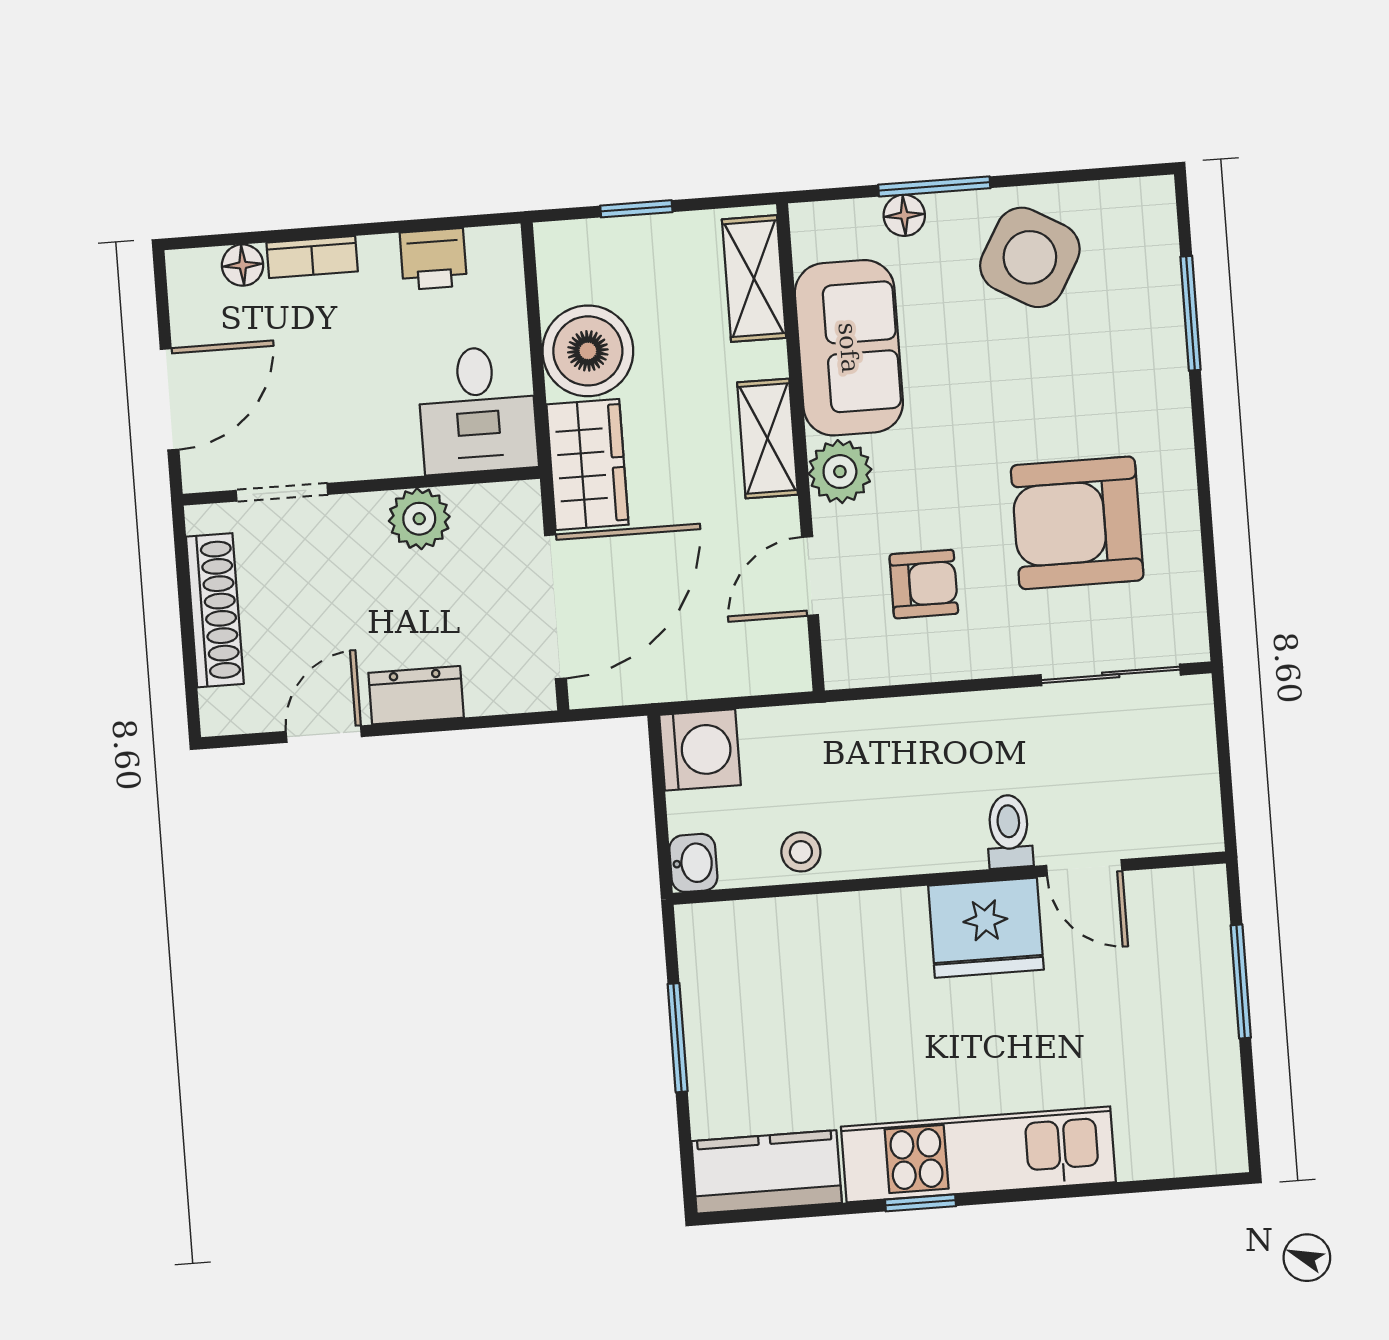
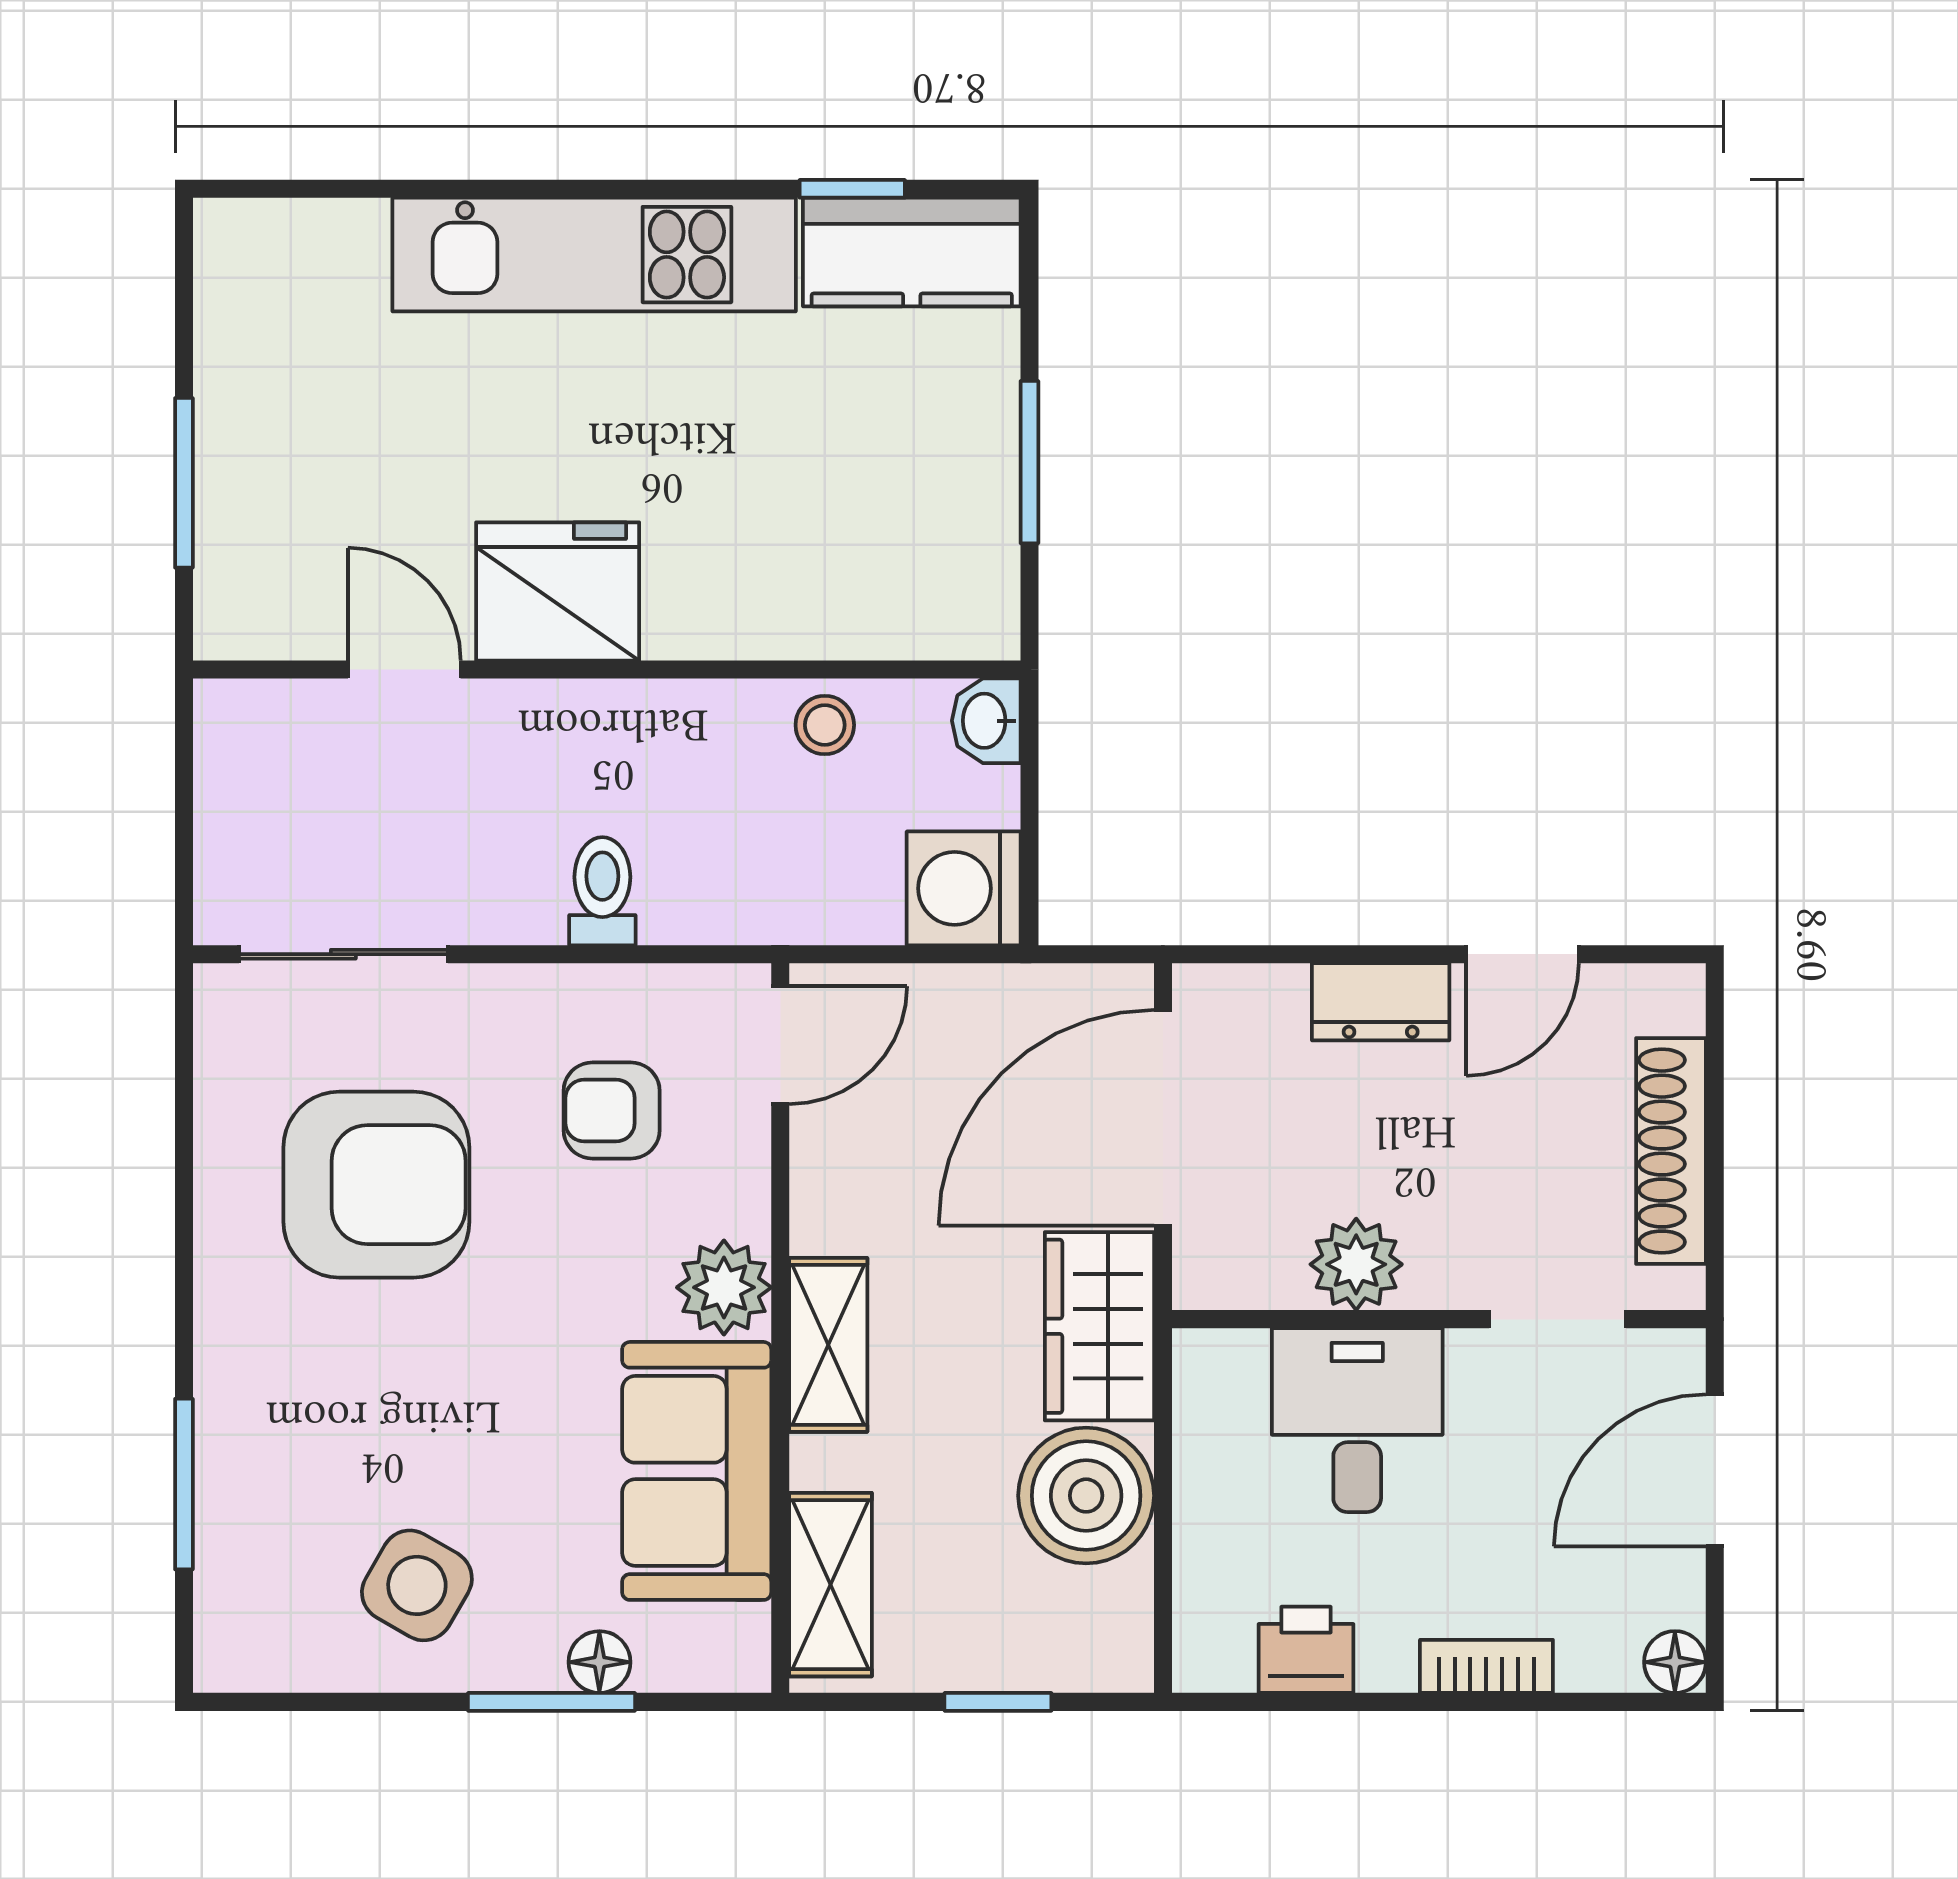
side table: (1030, 257) -> (417, 1585), width x0.73, depth x0.73
floor lamp: (243, 265) -> (1675, 1662), moved
desk: (477, 410) -> (1357, 1420), moved
door: (810, 576) -> (780, 1045), moved
toilet: (1009, 831) -> (602, 891), moved, turned 180
window: (920, 1203) -> (852, 189), moved

